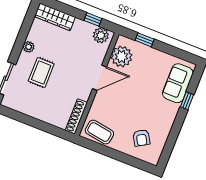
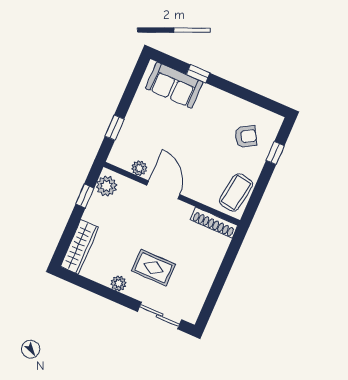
plant: (122, 56) -> (139, 168), width x0.53, depth x0.53
window: (130, 160) -> (275, 153), added

